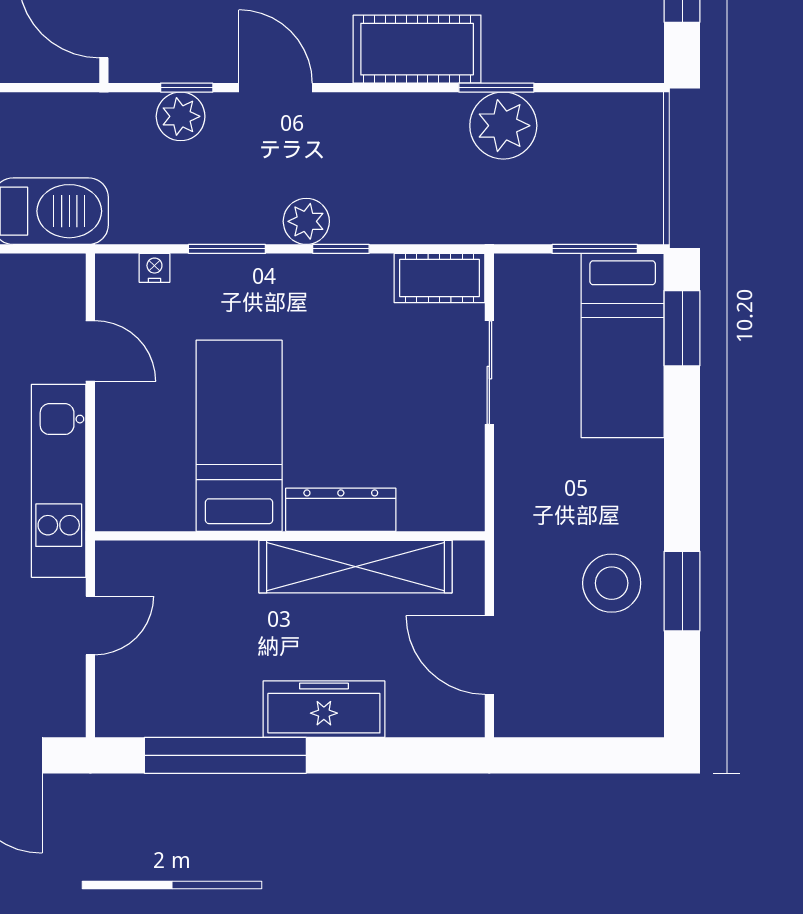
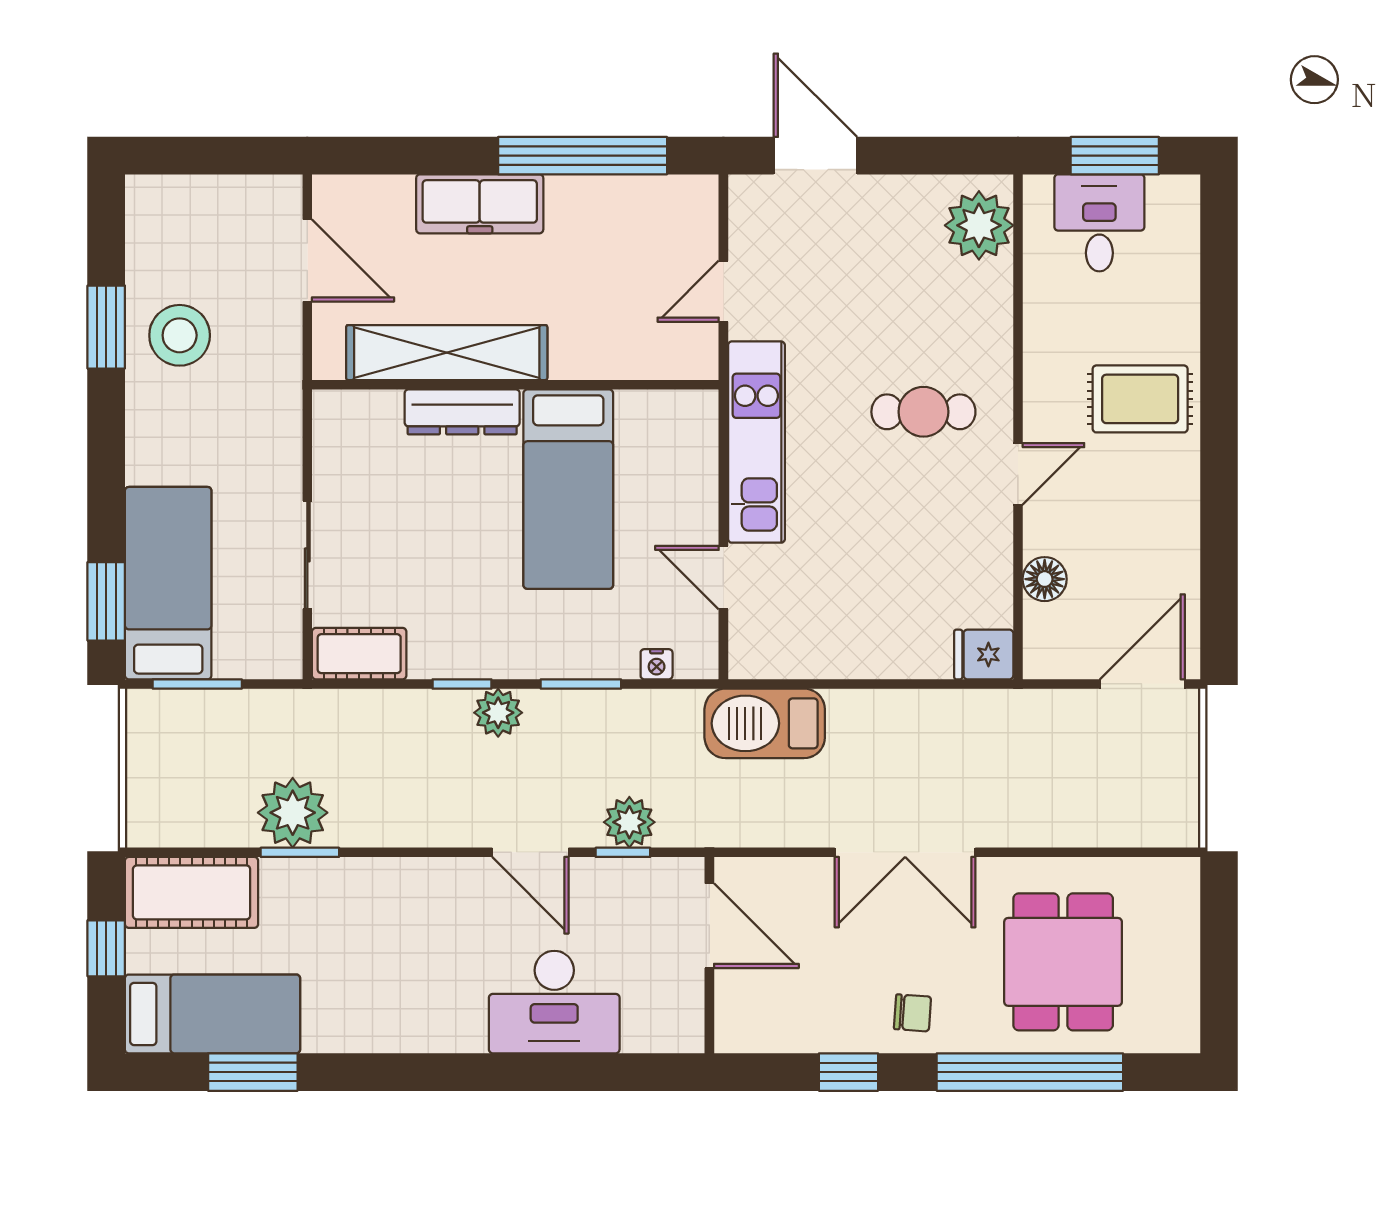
cot: (417, 49) -> (192, 892), moved

